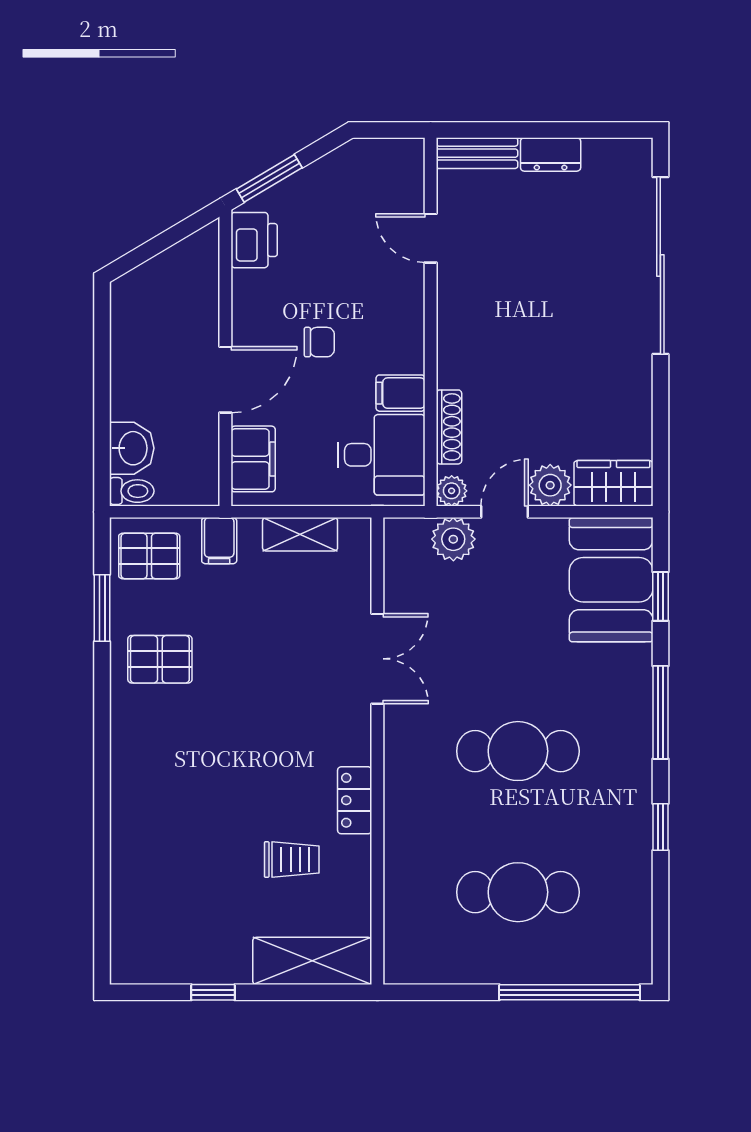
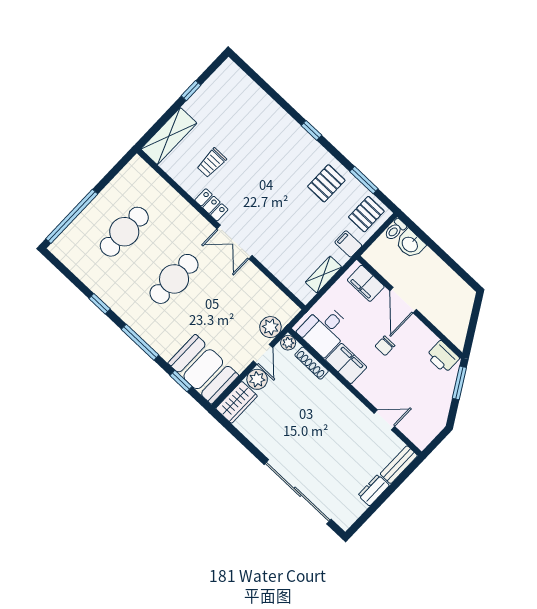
filing cabinet: (400, 393) -> (346, 363), width x2.00
double door: (377, 659) -> (235, 242), moved
window: (102, 757) -> (311, 130), added

